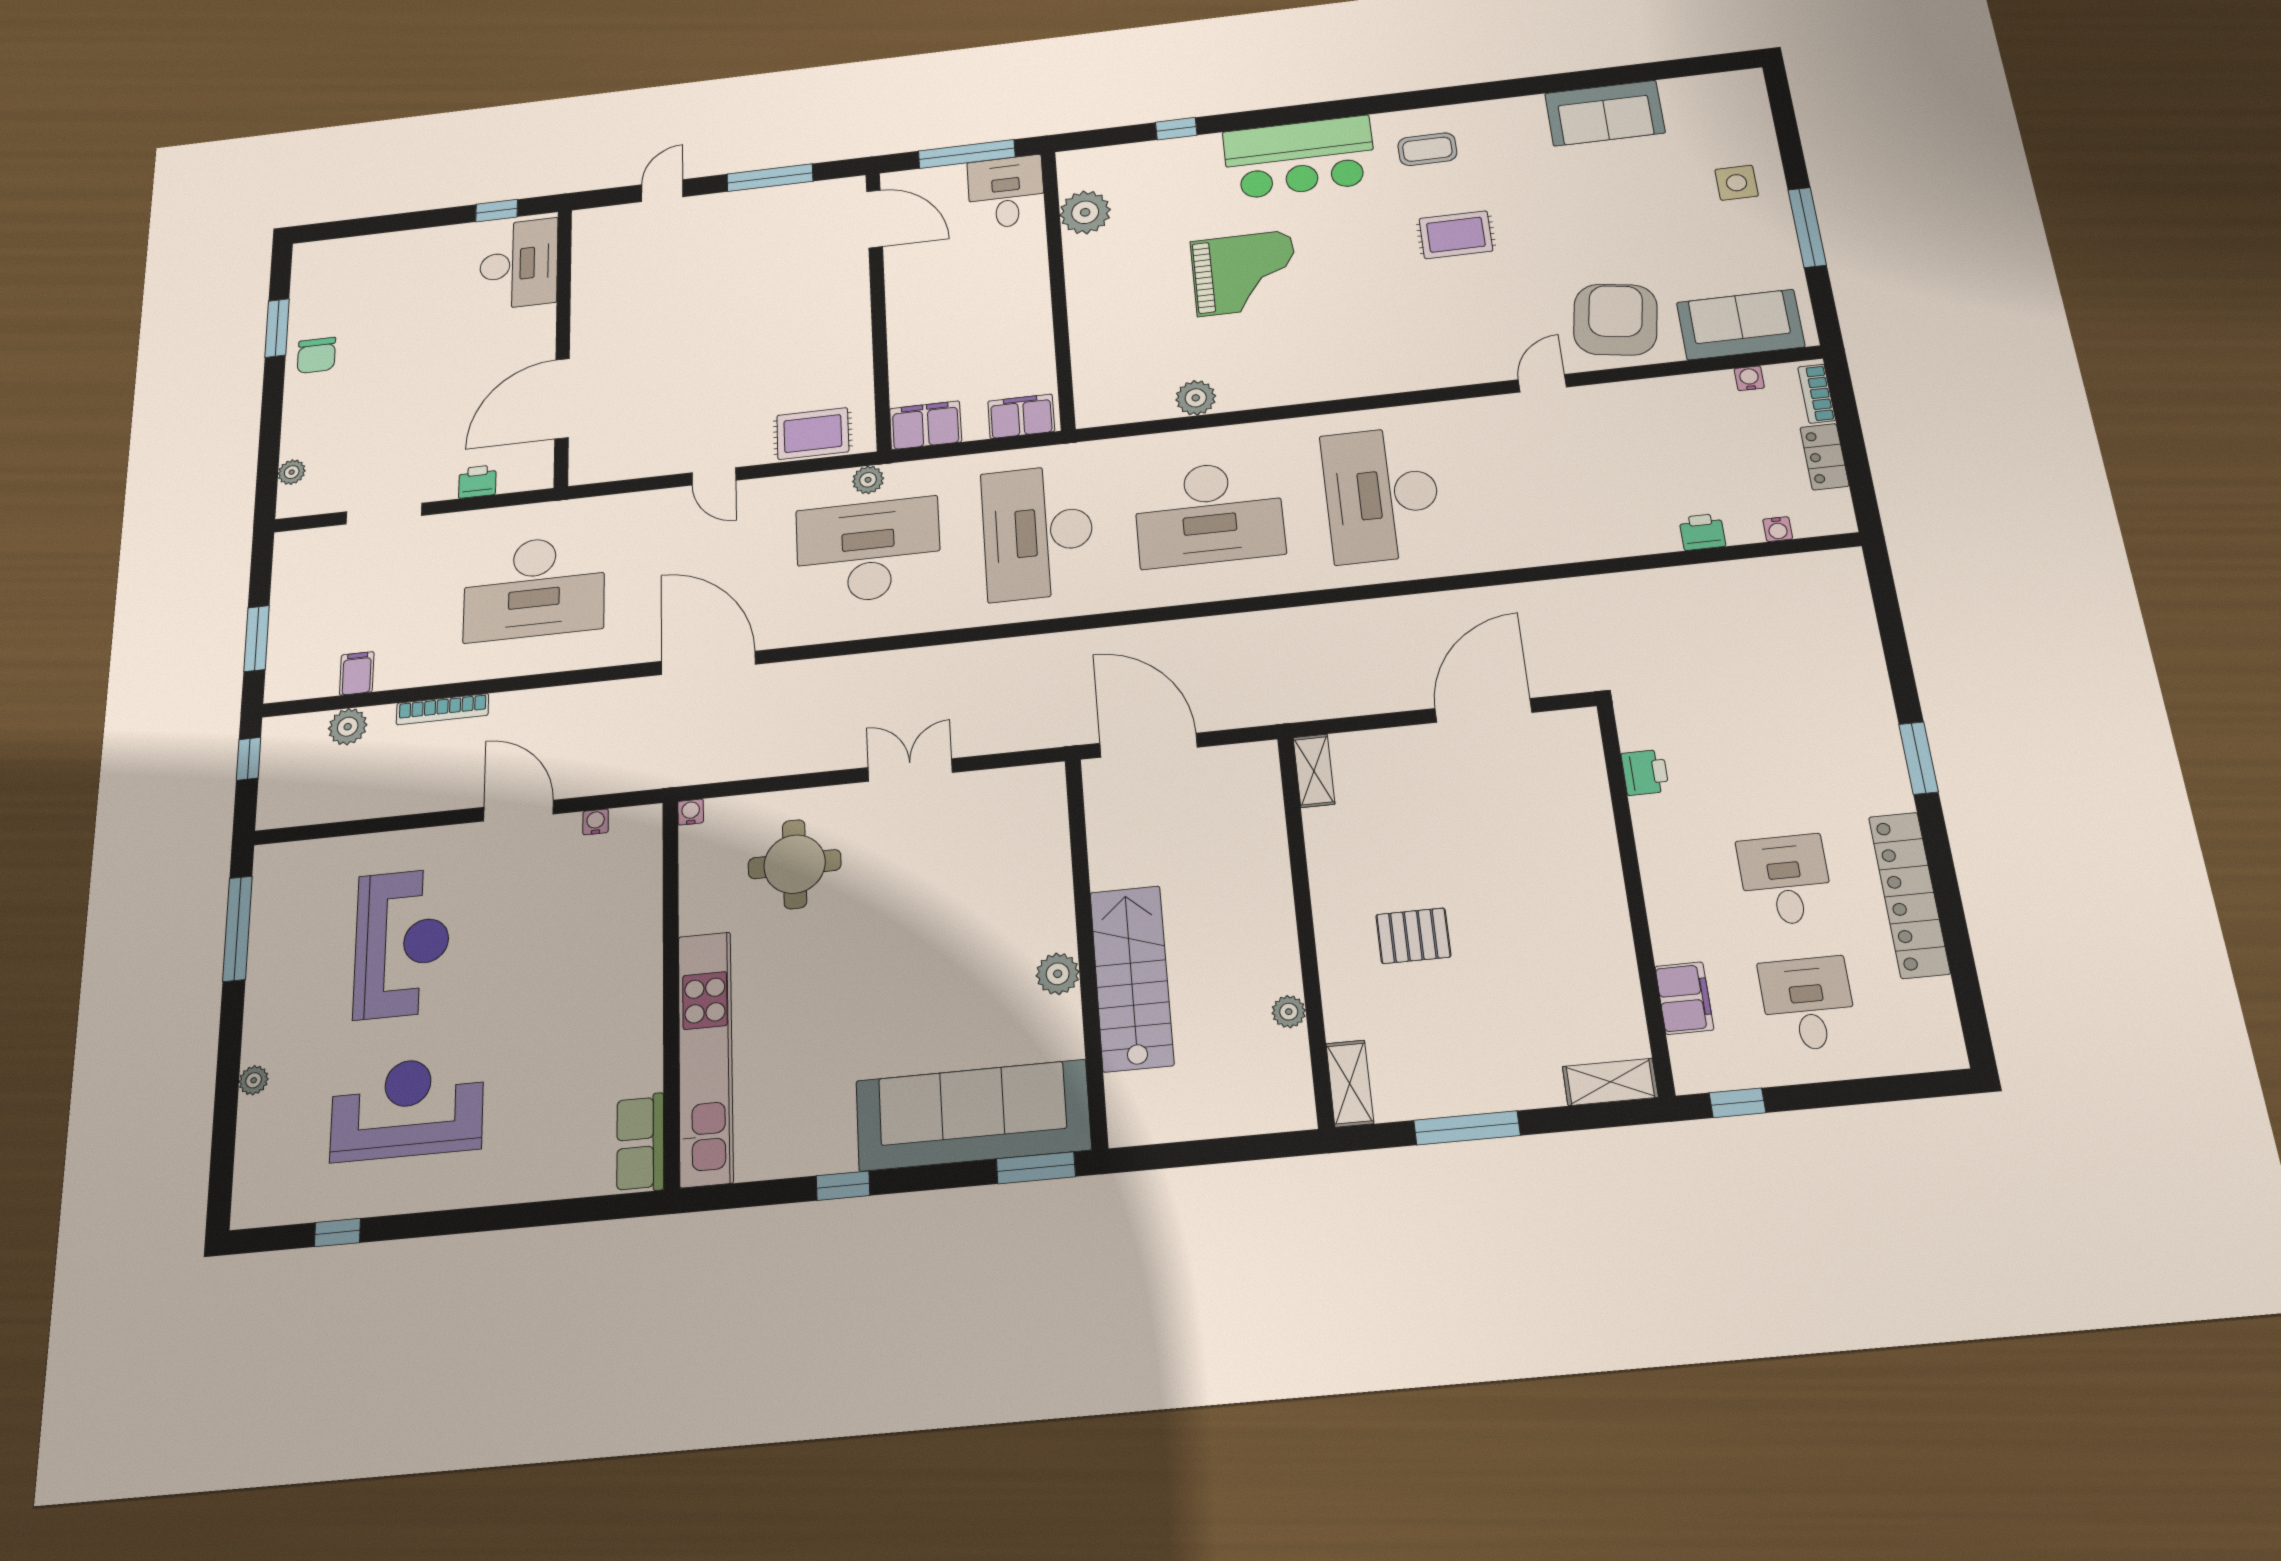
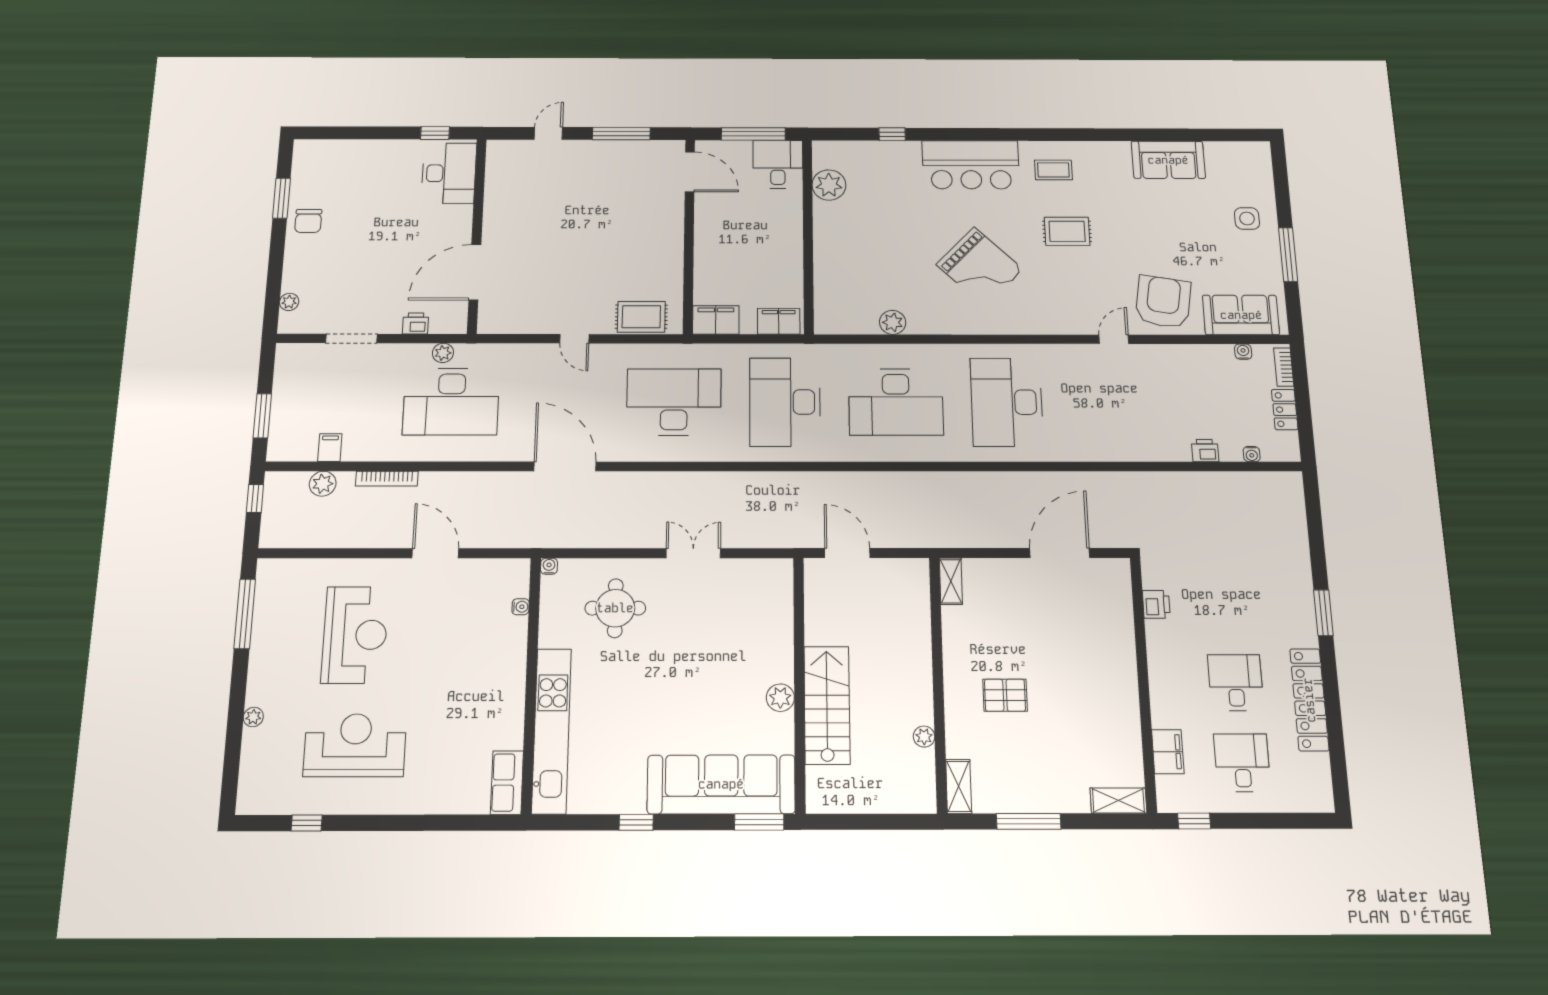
grand piano: (1245, 273) -> (980, 267), moved, turned 44
plant: (868, 480) -> (443, 353), moved
door: (1149, 745) -> (847, 553), width x0.73
water cooler: (596, 822) -> (521, 607), moved, turned 90

